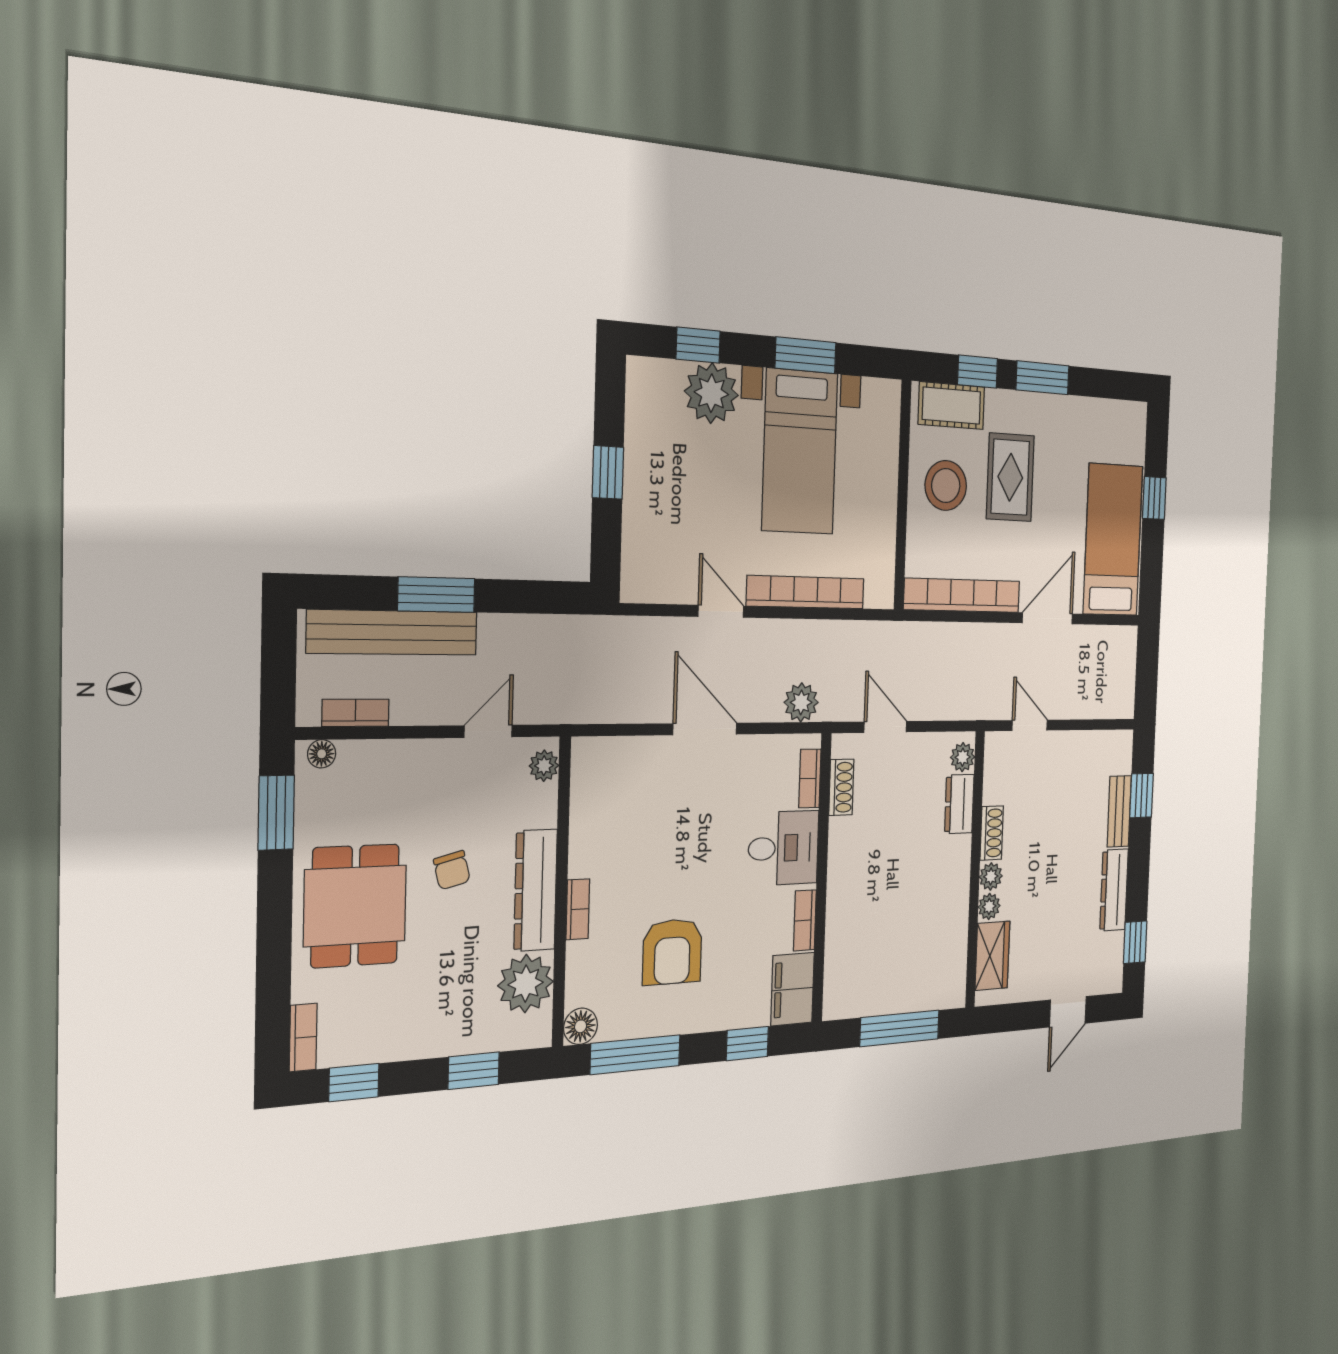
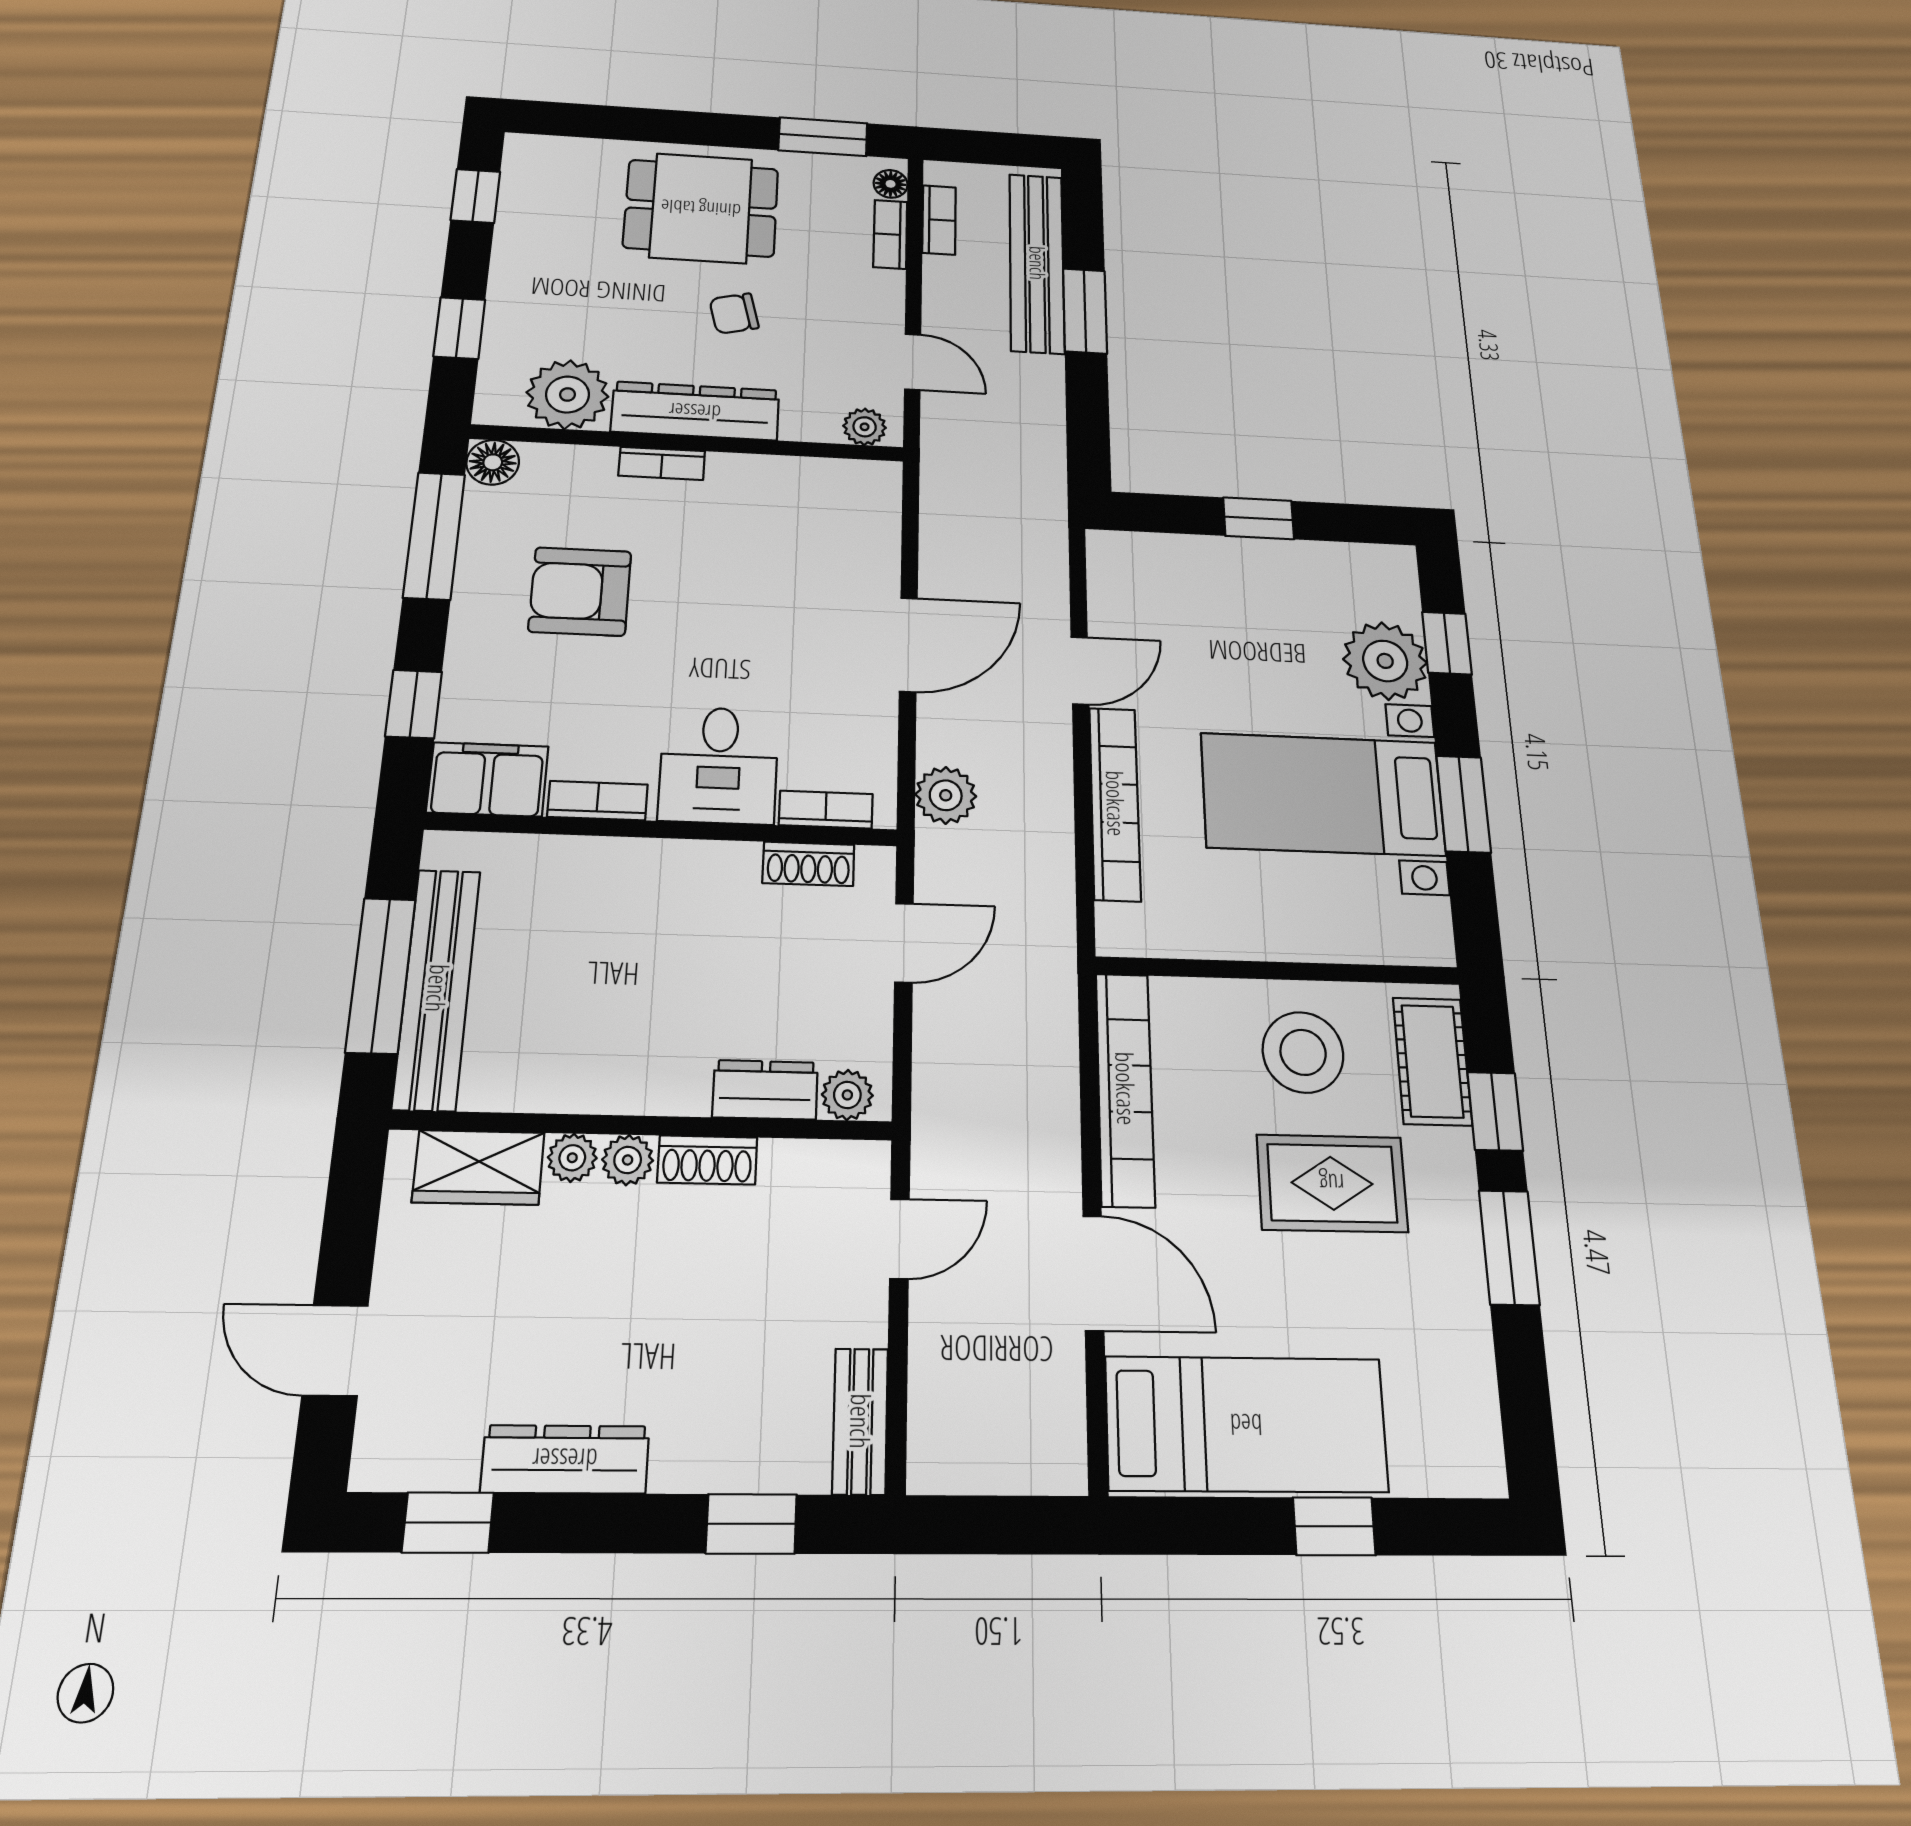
bench: (1119, 811) -> (860, 1421), moved, turned 90
bench: (907, 996) -> (437, 988), added
bookcase: (303, 1037) -> (890, 234), moved, turned 90

